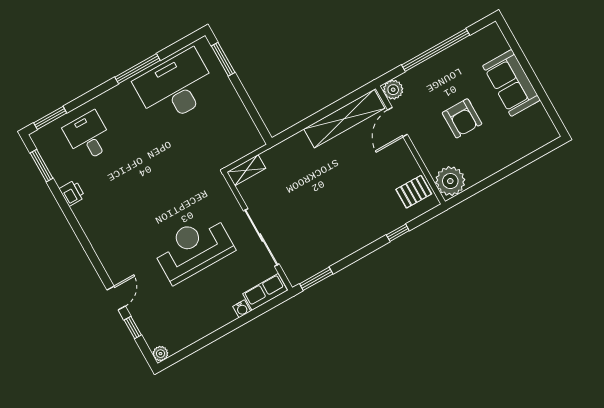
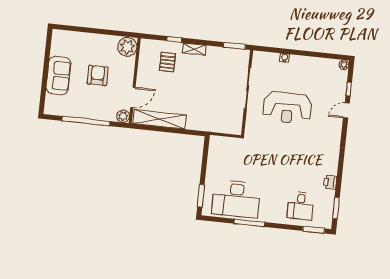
shelving: (246, 170) -> (194, 49), moved
pallet: (414, 192) -> (167, 62), moved, turned 90
row of seats: (265, 292) -> (266, 58), removed

